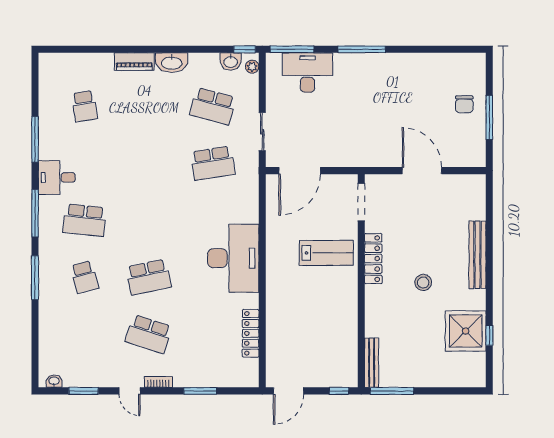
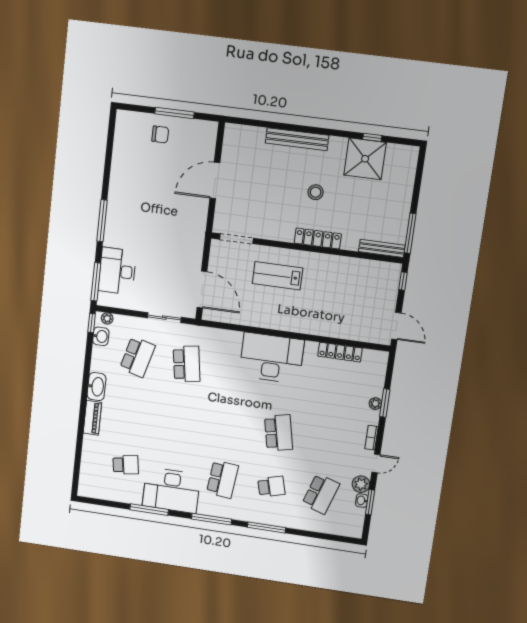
desk: (57, 177) -> (171, 490), width x1.87, depth x1.30
lab bench: (326, 253) -> (278, 276), turned -90
locker: (373, 259) -> (318, 238), moved
school desk: (149, 334) -> (321, 494), moved
plant: (103, 378) -> (361, 484), added
washbasin: (54, 381) -> (362, 501), moved
plant: (198, 381) -> (375, 404), added

